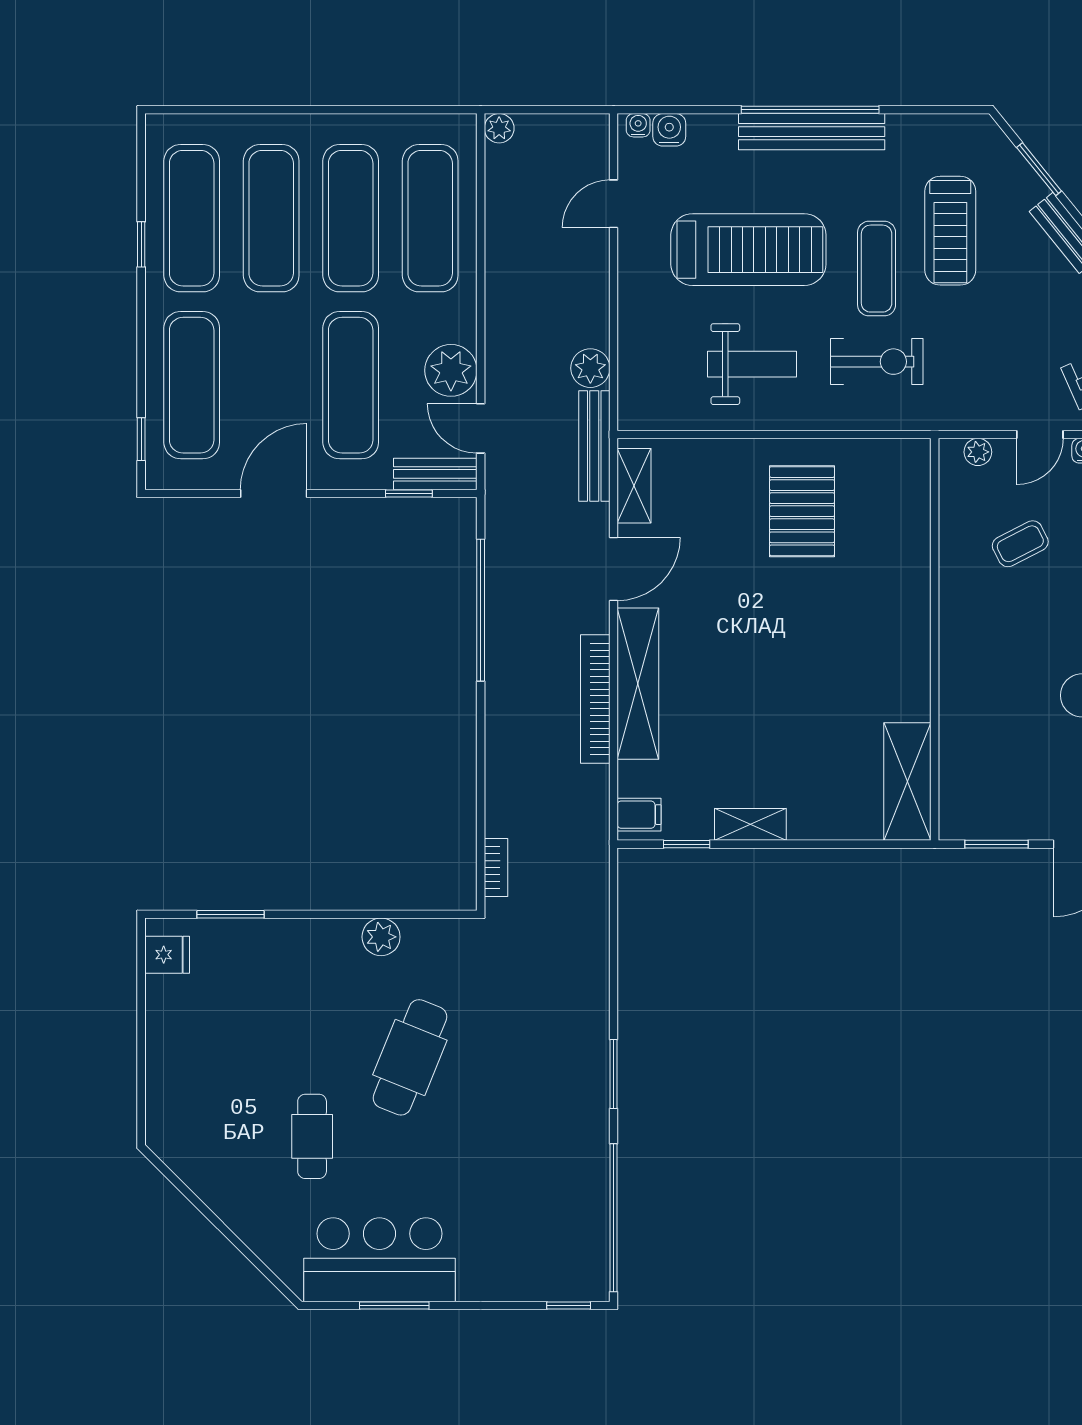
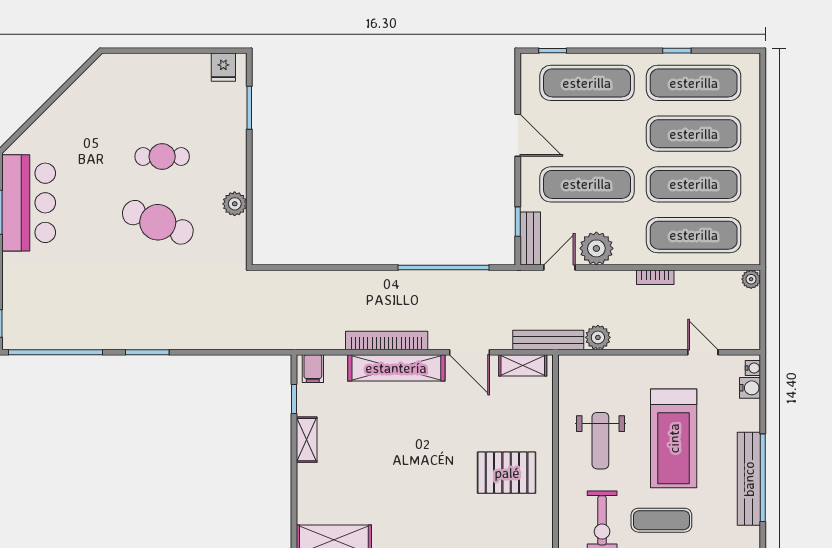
bookcase: (496, 868) -> (655, 277), moved
cafe table: (312, 1136) -> (162, 157), moved

